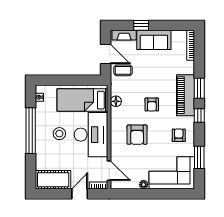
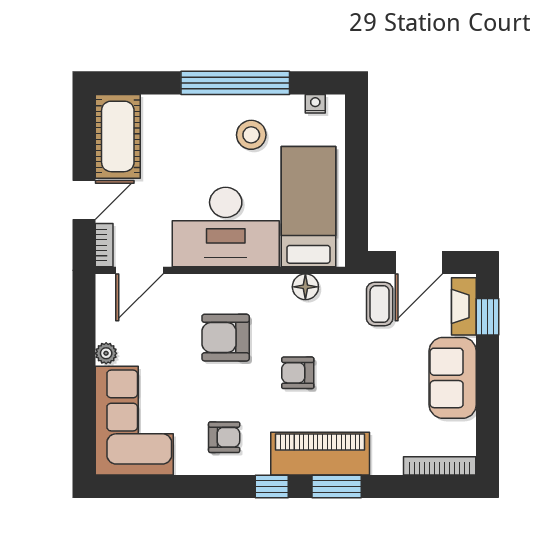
window: (141, 25) -> (488, 317), moved
stool: (59, 134) -> (251, 135), moved
window: (199, 157) -> (171, 486), removed
door: (80, 194) -> (84, 200), hinge flipped

